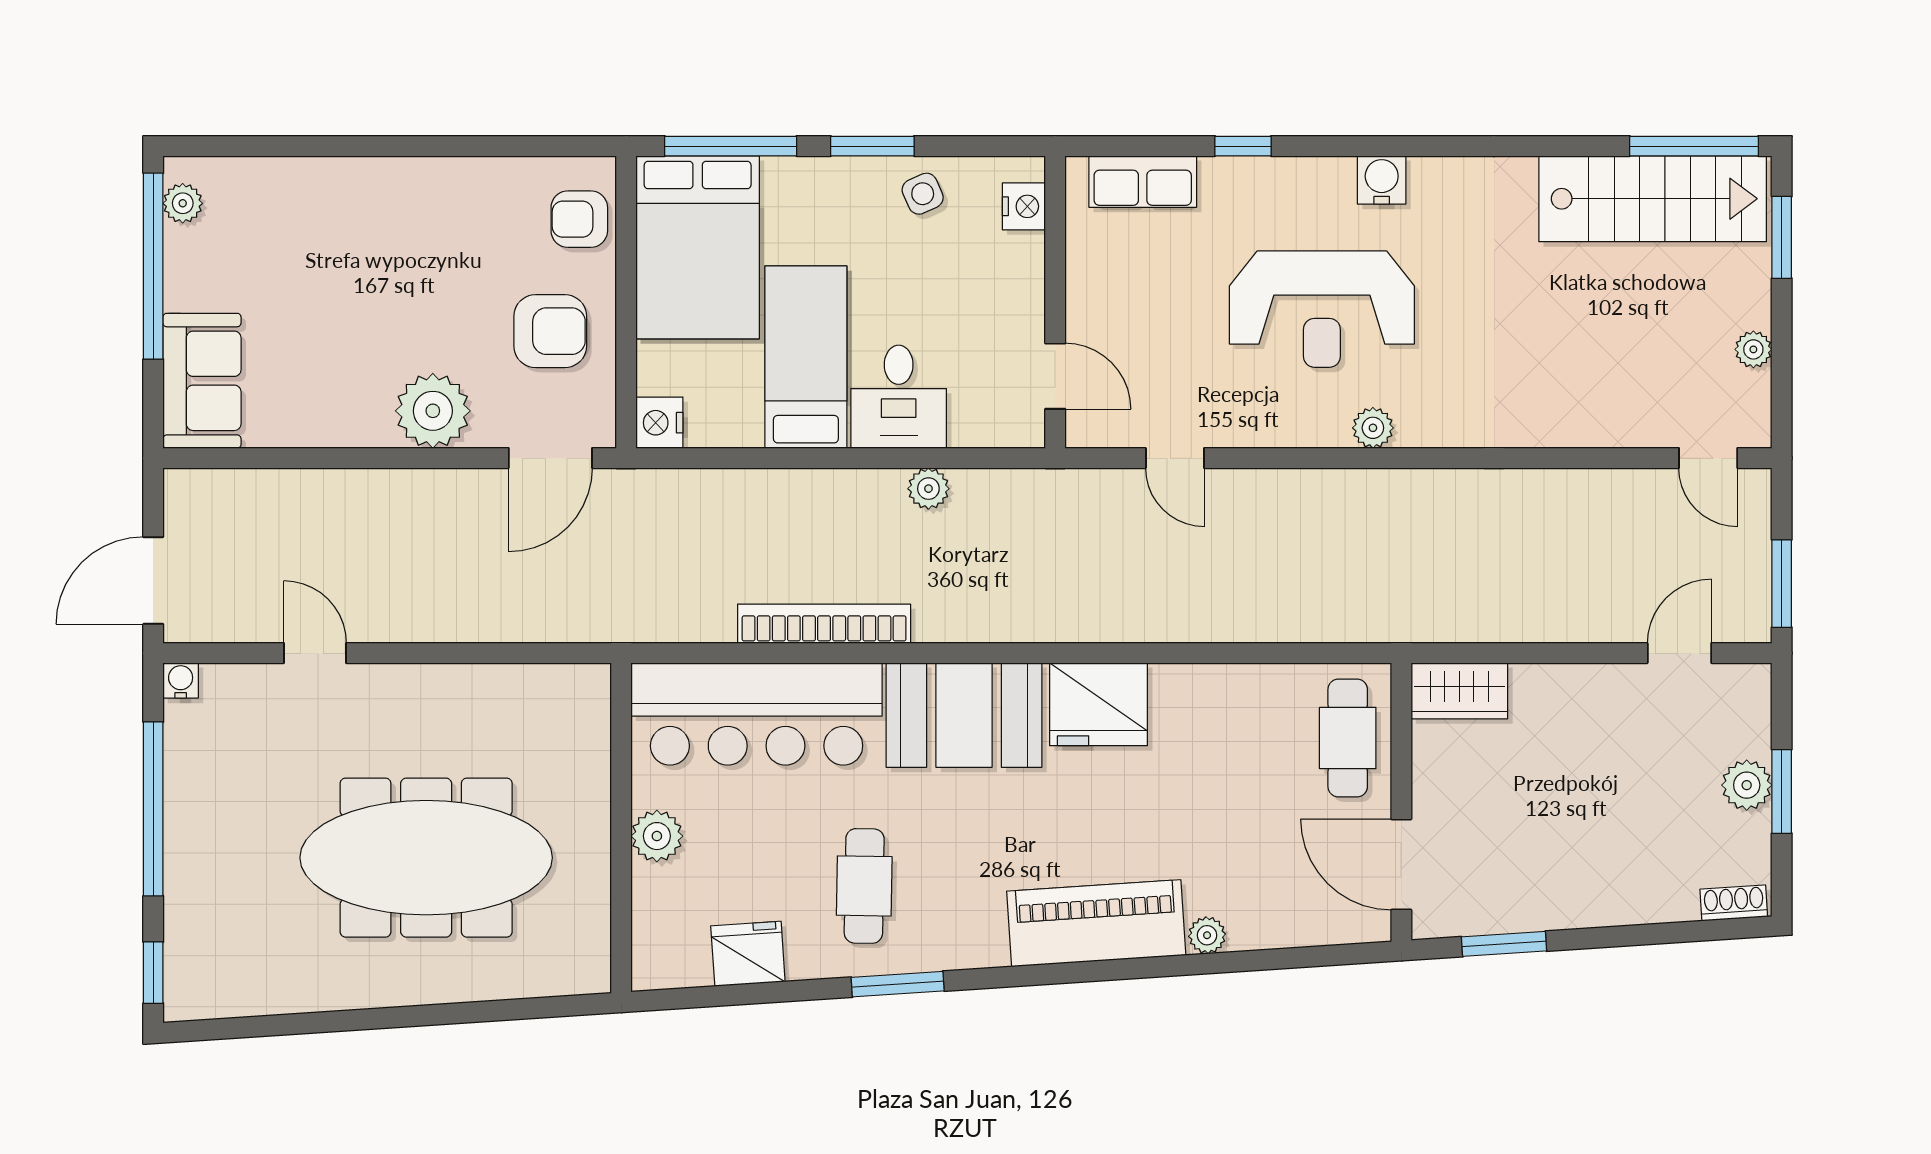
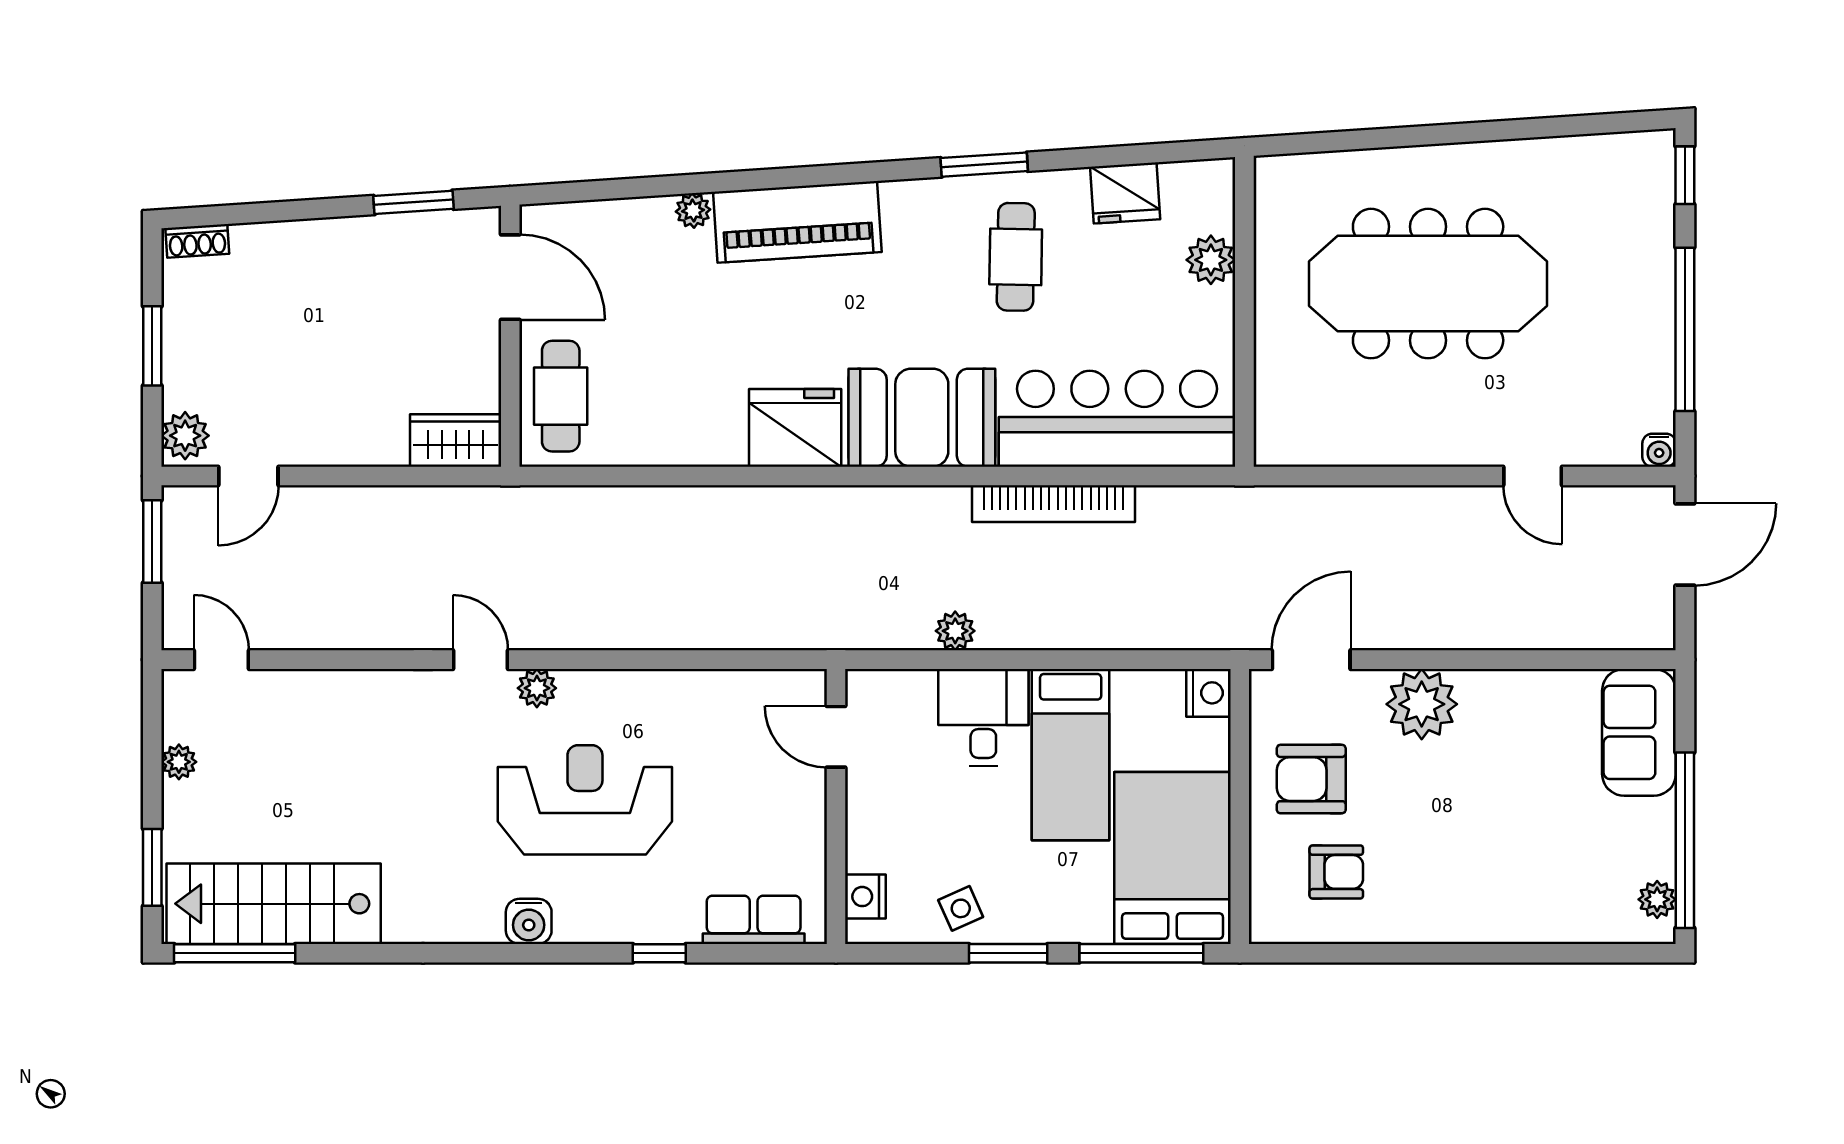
armchair: (579, 219) -> (1336, 872), moved
door: (1175, 458) -> (481, 660), moved
plant: (1747, 785) -> (185, 436), moved
plant: (657, 836) -> (1211, 260), moved

